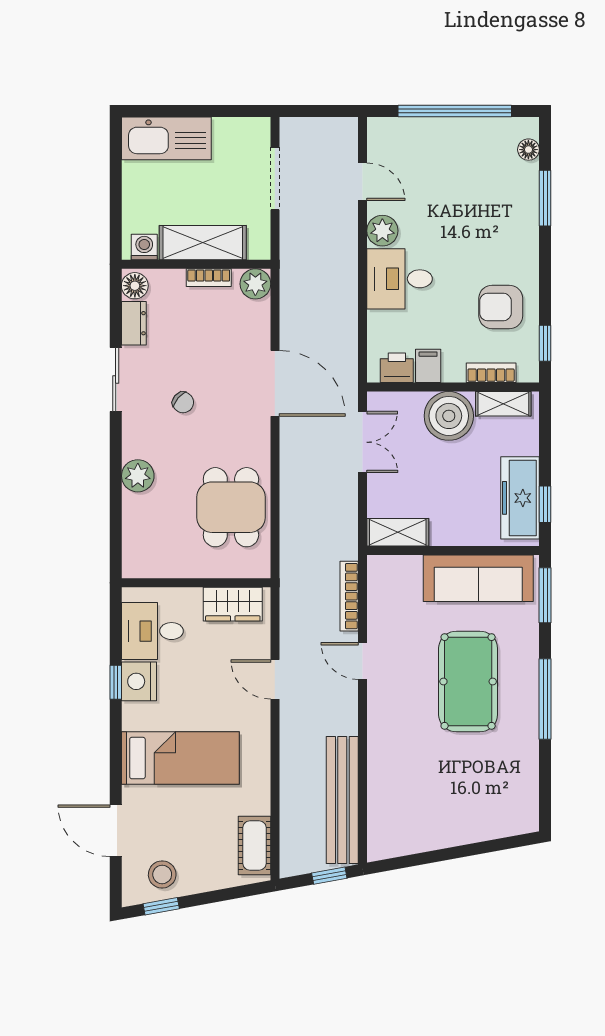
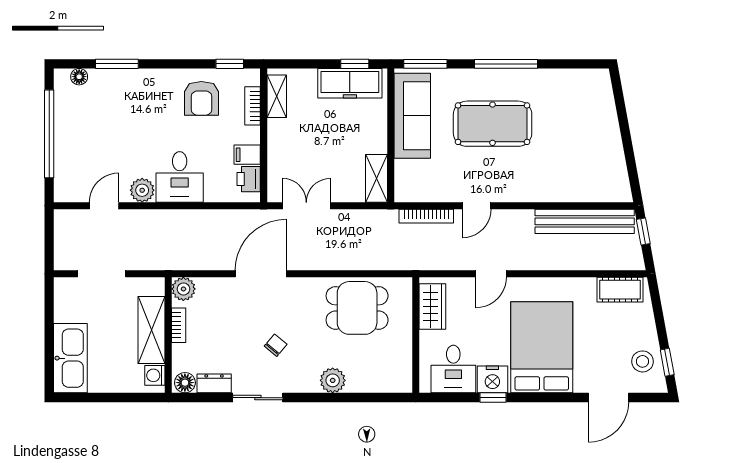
boiler: (449, 416) -> (286, 139), removed
bed: (180, 758) -> (542, 347), width x1.50

